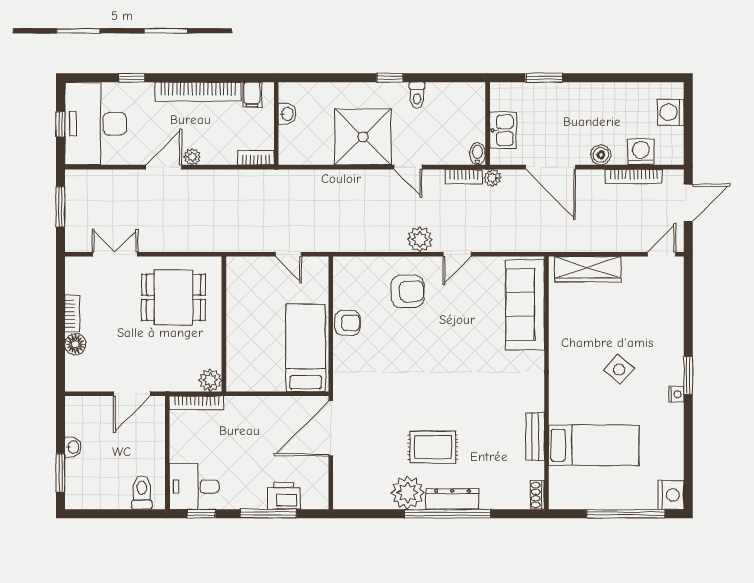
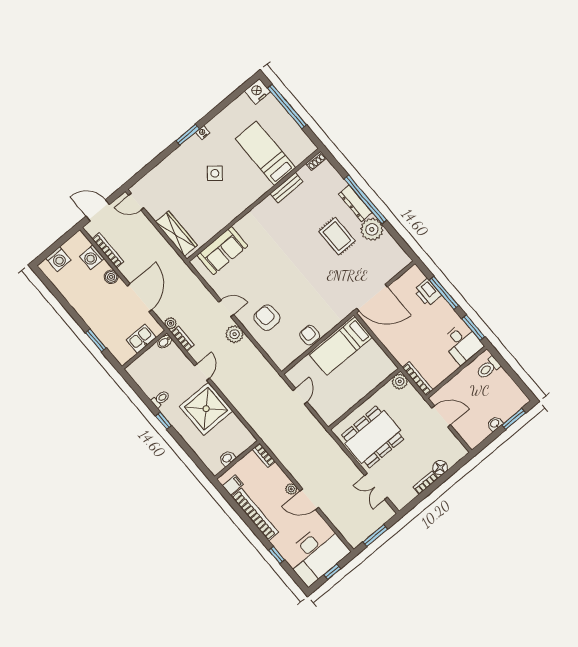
dining table: (174, 297) -> (373, 437), width x1.38
sofa: (525, 305) -> (222, 251), width x0.73
window: (201, 514) -> (473, 328), width x1.50

